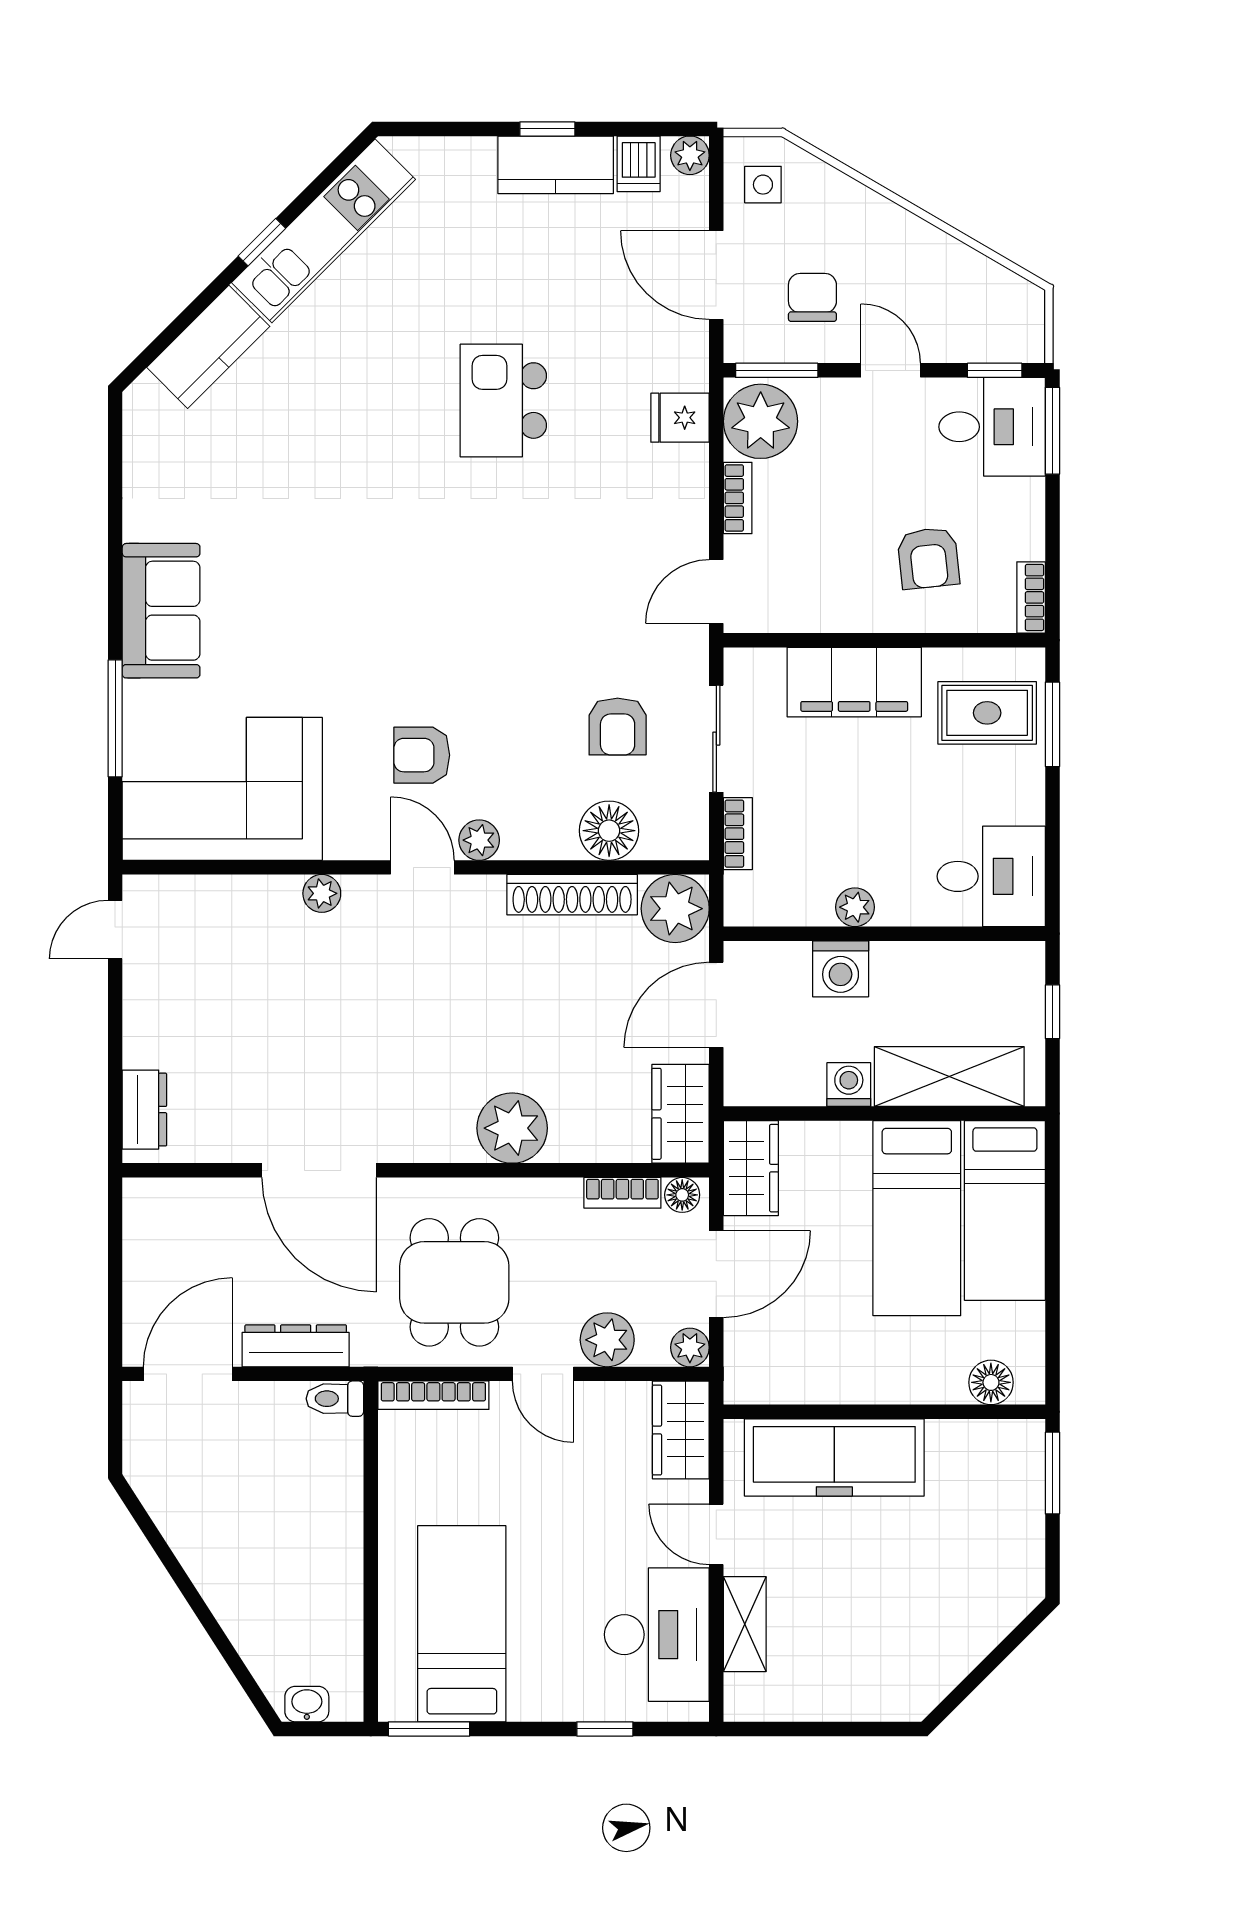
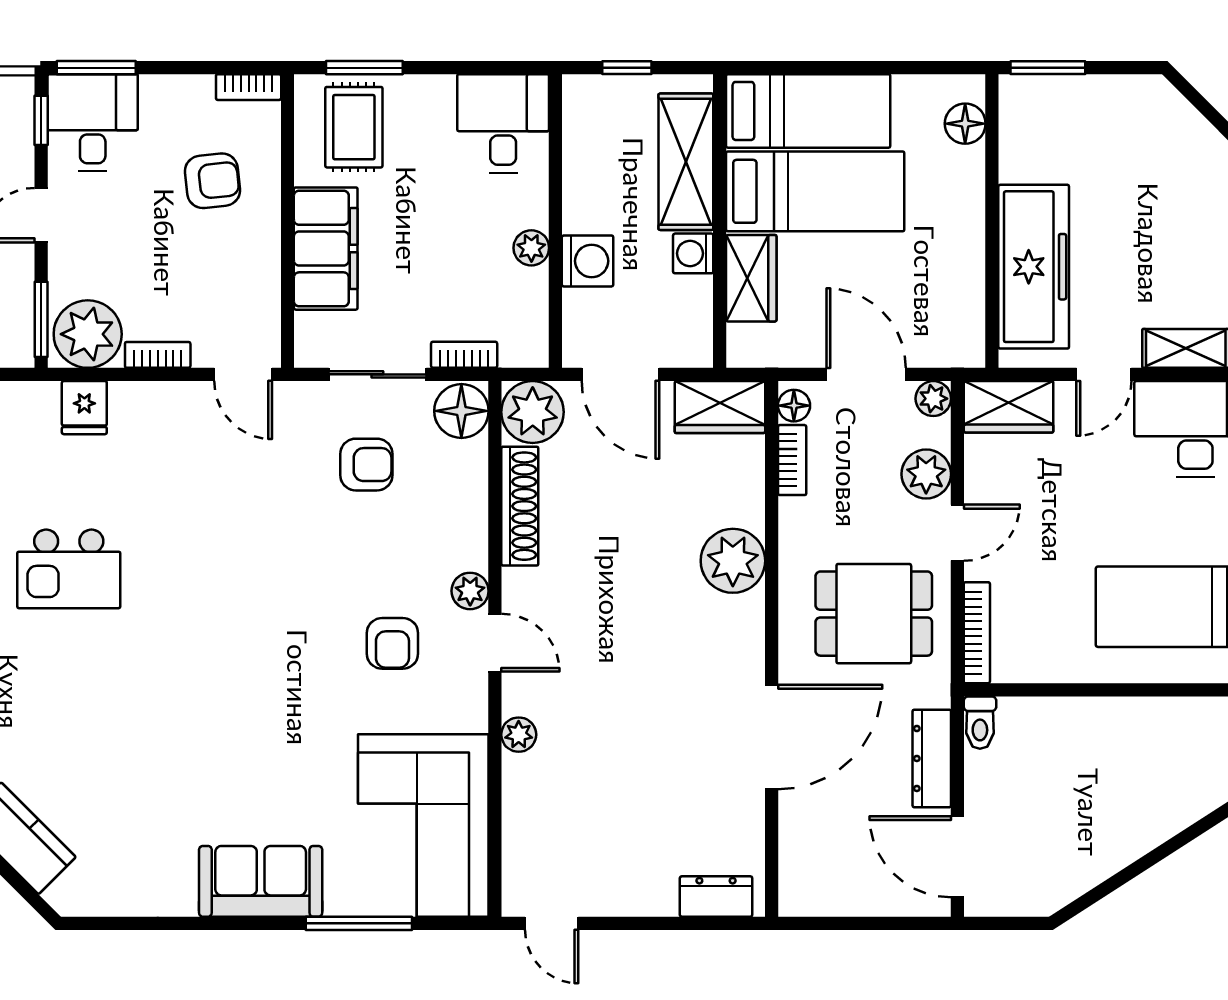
floor lamp: (609, 831) -> (461, 411), moved
door: (422, 867) -> (495, 643), swing flipped
wardrobe: (751, 1168) -> (751, 278), moved, turned 90

